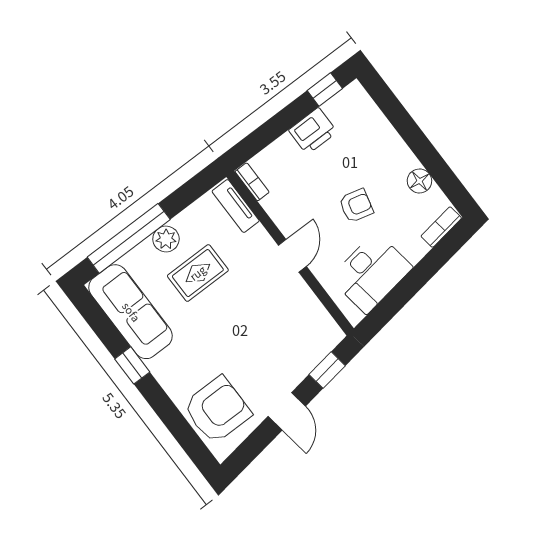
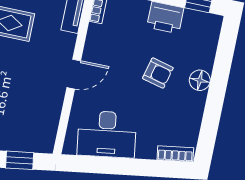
floor lamp: (419, 181) -> (200, 80), moved
armchair: (356, 206) -> (158, 73), moved

